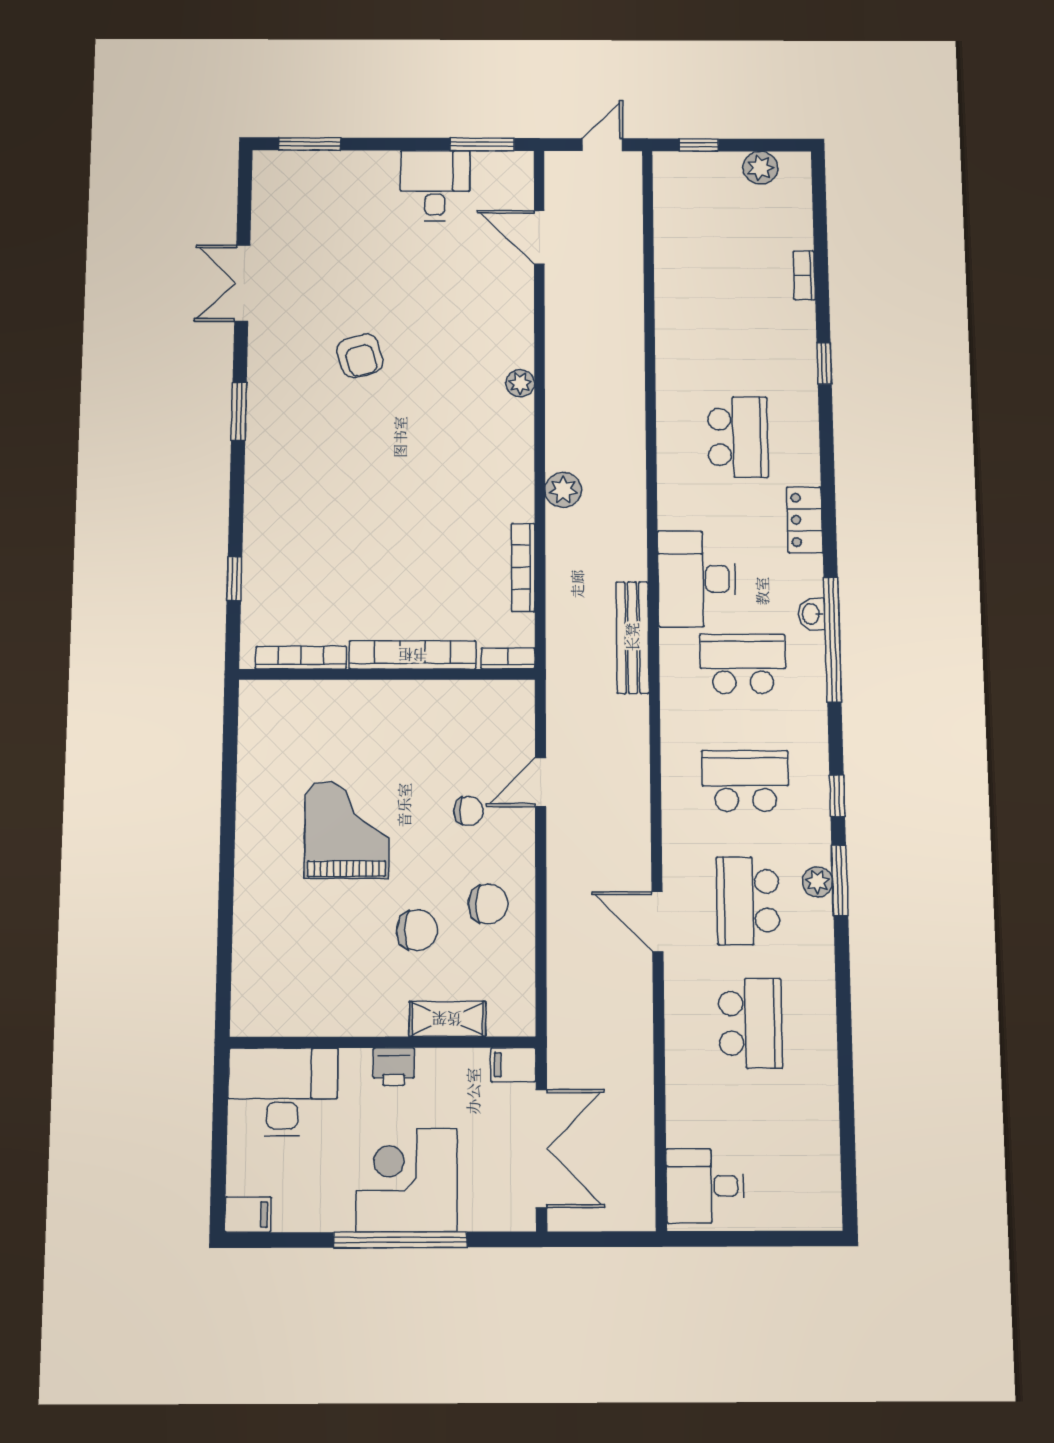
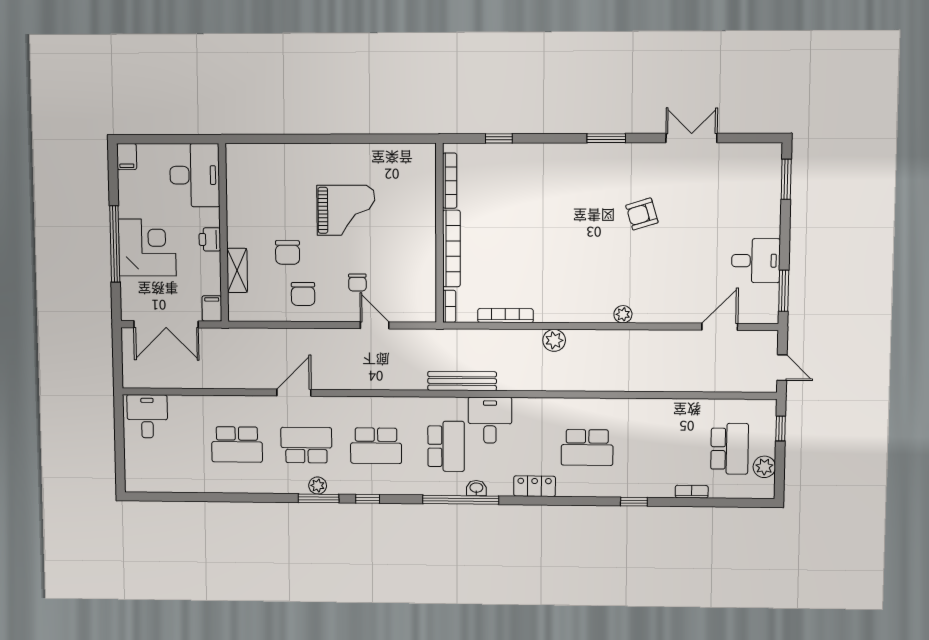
school desk: (733, 220) -> (730, 449), added
desk: (697, 579) -> (490, 420), width x0.73
school desk: (745, 781) -> (376, 446), turned 90

